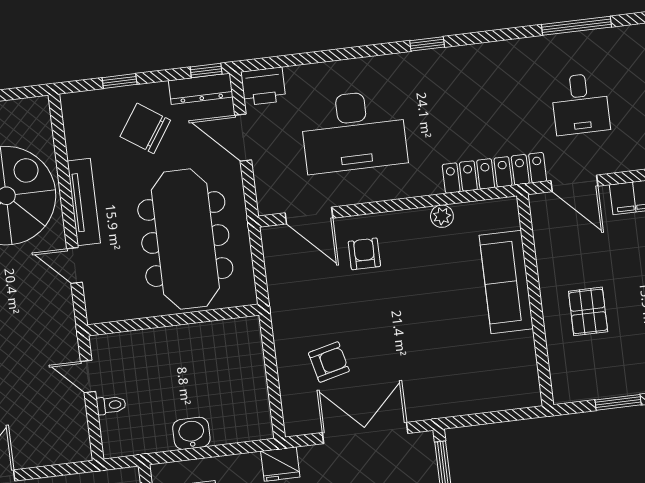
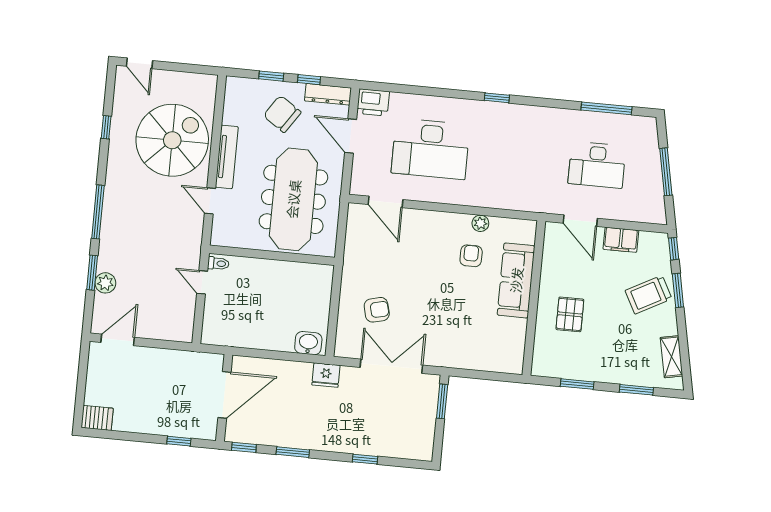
window: (206, 71) -> (309, 80), moved
desk: (580, 104) -> (597, 165), width x1.37
locker: (494, 173) -> (525, 201), removed
armchair: (364, 254) -> (471, 256), moved
toilet: (111, 405) -> (218, 263), moved
washbasin: (191, 433) -> (308, 343), moved

